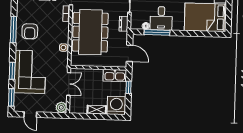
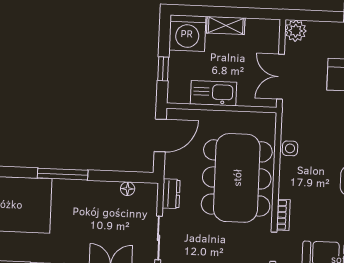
desk: (161, 18) -> (97, 203), removed
window: (157, 32) -> (63, 174), moved
door: (129, 53) -> (160, 135), swing flipped
kitchen sink: (115, 76) -> (214, 93), moved

